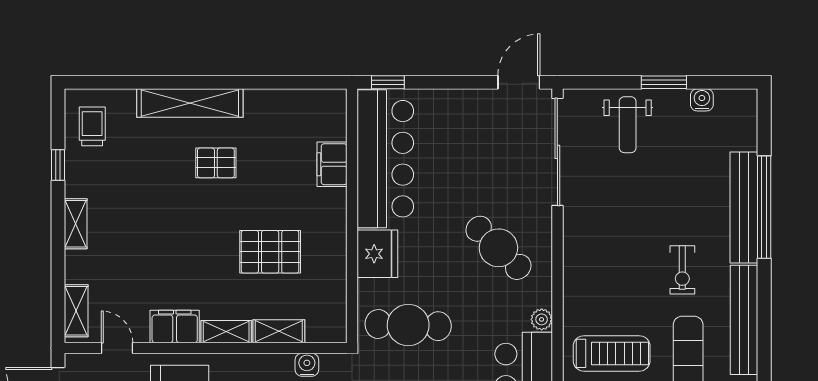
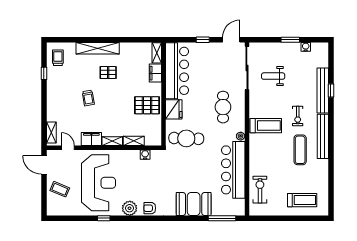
window: (388, 82) -> (203, 40), moved
weight bench: (628, 125) -> (273, 76), moved, turned 90
window: (764, 207) -> (331, 90), width x0.32
shelving: (76, 224) -> (157, 53), moved
trolley: (167, 226) -> (88, 98), added
cafe table: (498, 248) -> (223, 107), turned 46
pallet: (270, 252) -> (147, 105), moved
treadmill: (612, 353) -> (266, 126), moved

